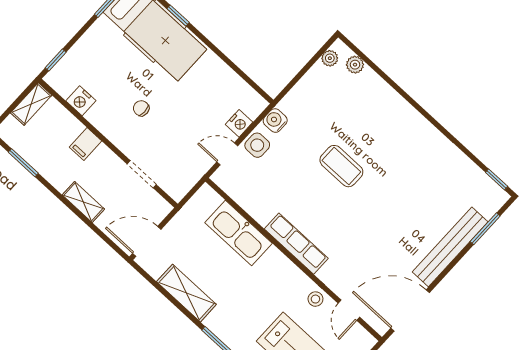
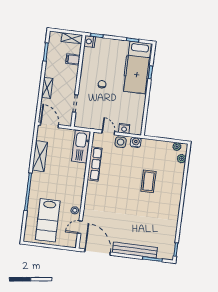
nightstand: (81, 101) -> (90, 41), moved
filing cabinet: (85, 144) -> (73, 59), moved
coffee table: (341, 166) -> (148, 181), moved
kitchen sink: (239, 233) -> (81, 146), moved
row of seats: (296, 244) -> (95, 164), moved

